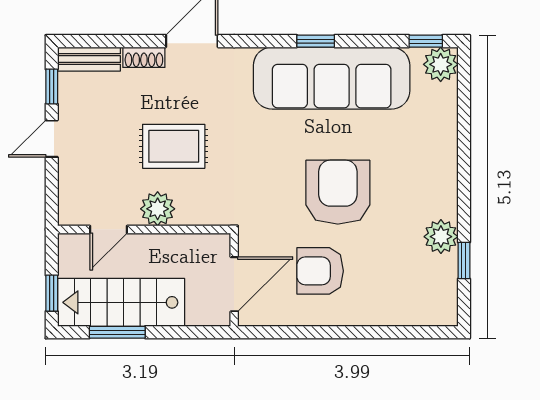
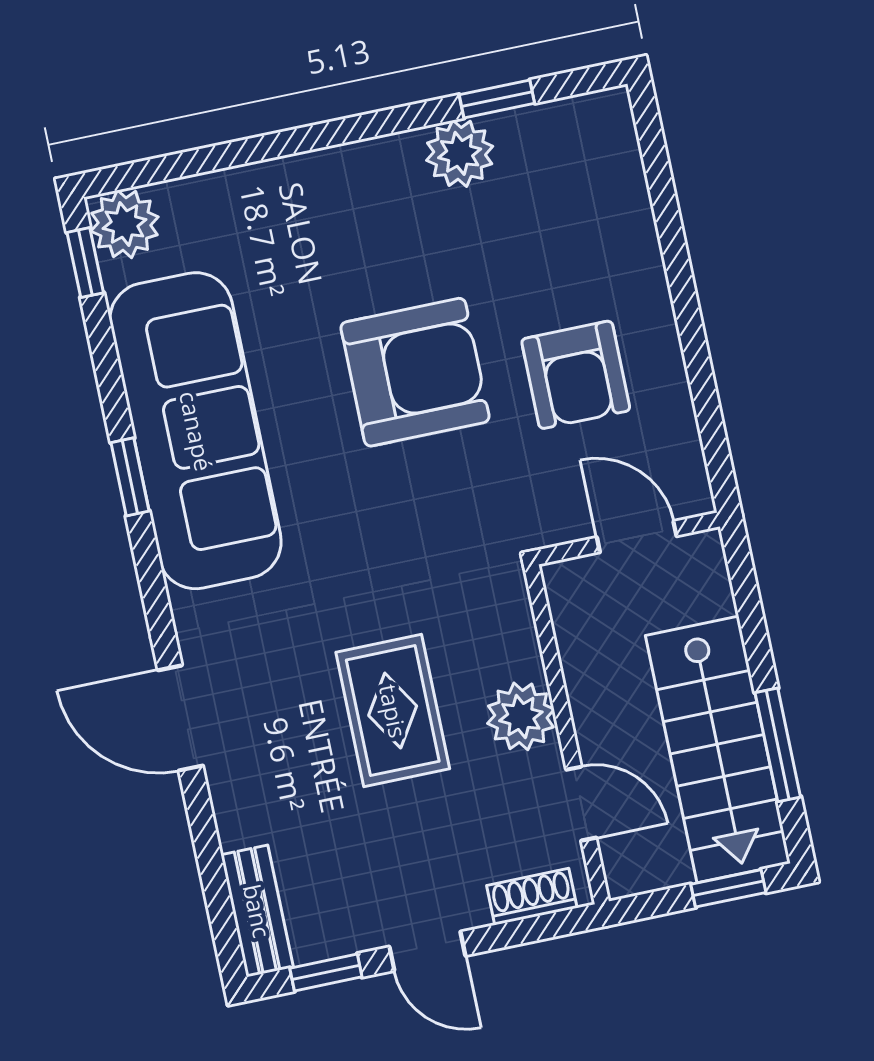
shoe rack: (144, 57) -> (532, 897), moved, turned -90
armchair: (338, 192) -> (415, 372), turned 180
door: (234, 284) -> (637, 537), width x0.73

